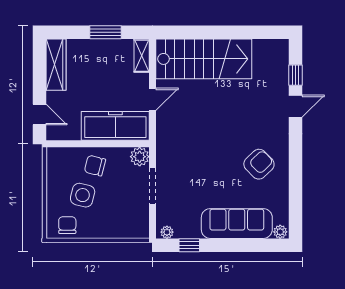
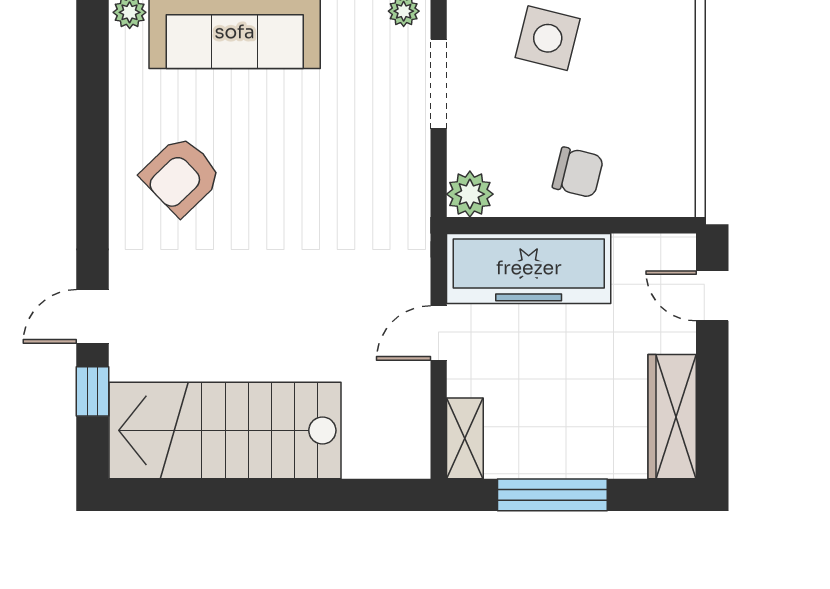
window: (105, 32) -> (552, 495), width x1.44
stairs: (204, 59) -> (225, 430), moved
doorway: (153, 186) -> (439, 84), moved
side table: (83, 195) -> (548, 38), moved
chair: (67, 225) -> (645, 28), removed

